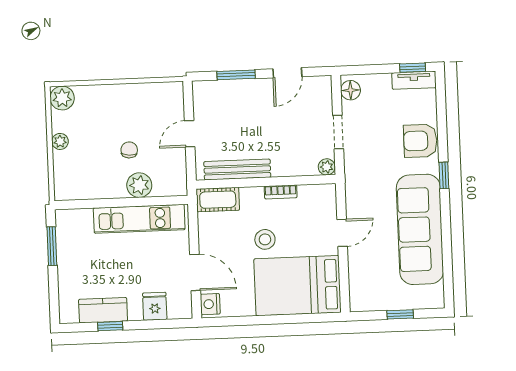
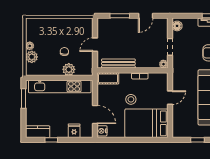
plant: (62, 98) -> (32, 57), moved
kitchen unit: (139, 219) -> (60, 86), width x1.36
kitchen counter: (103, 310) -> (38, 132), moved

